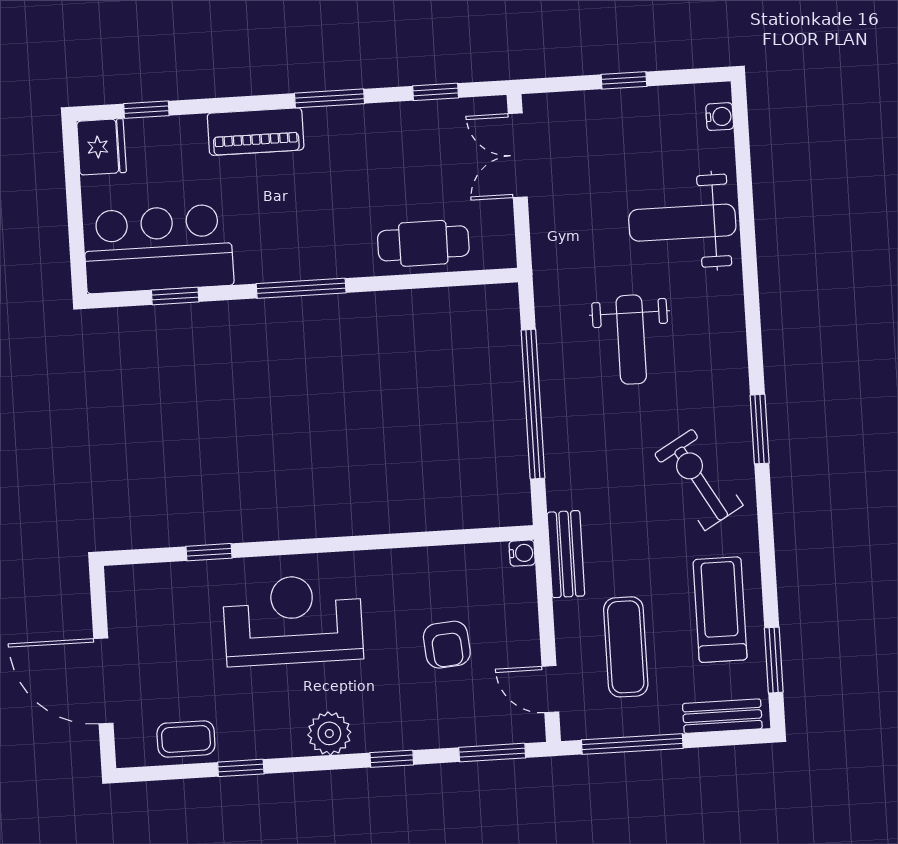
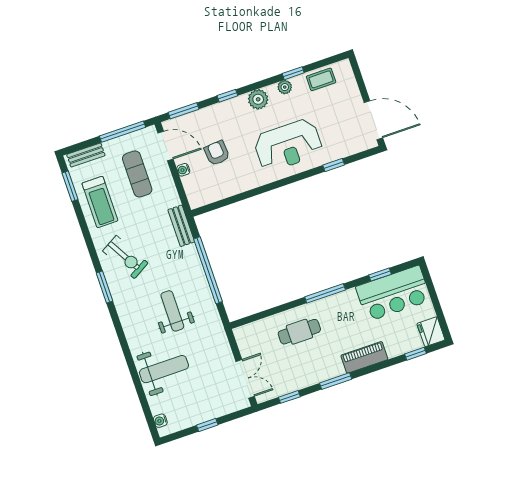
cafe table: (423, 243) -> (299, 332), moved
water cooler: (522, 553) -> (183, 170), moved
bench: (566, 554) -> (181, 226), moved
door: (103, 681) -> (373, 120), moved
door: (550, 689) -> (165, 146), width x1.38
plant: (266, 744) -> (285, 87), added

